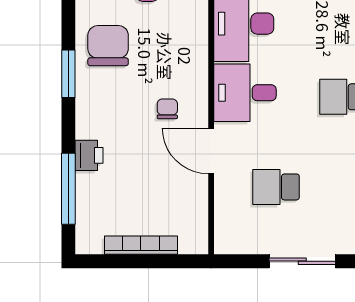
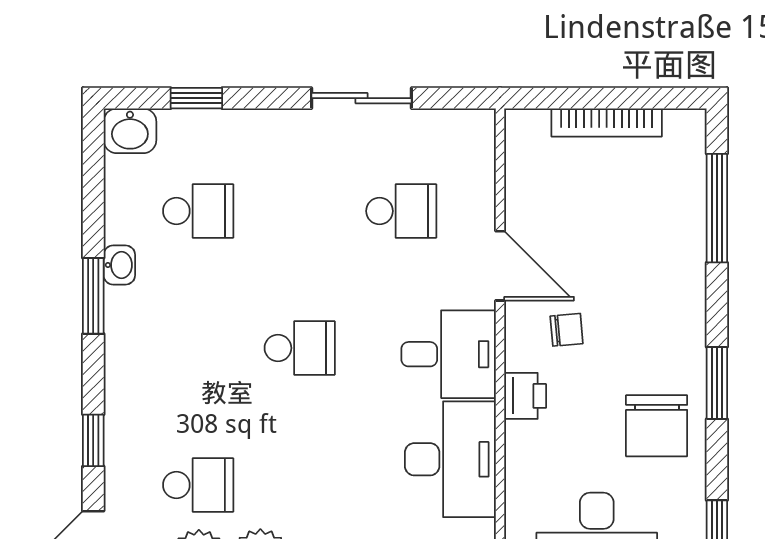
chair: (167, 109) -> (567, 330), turned -95
printer: (89, 155) -> (525, 396), moved, turned 180

